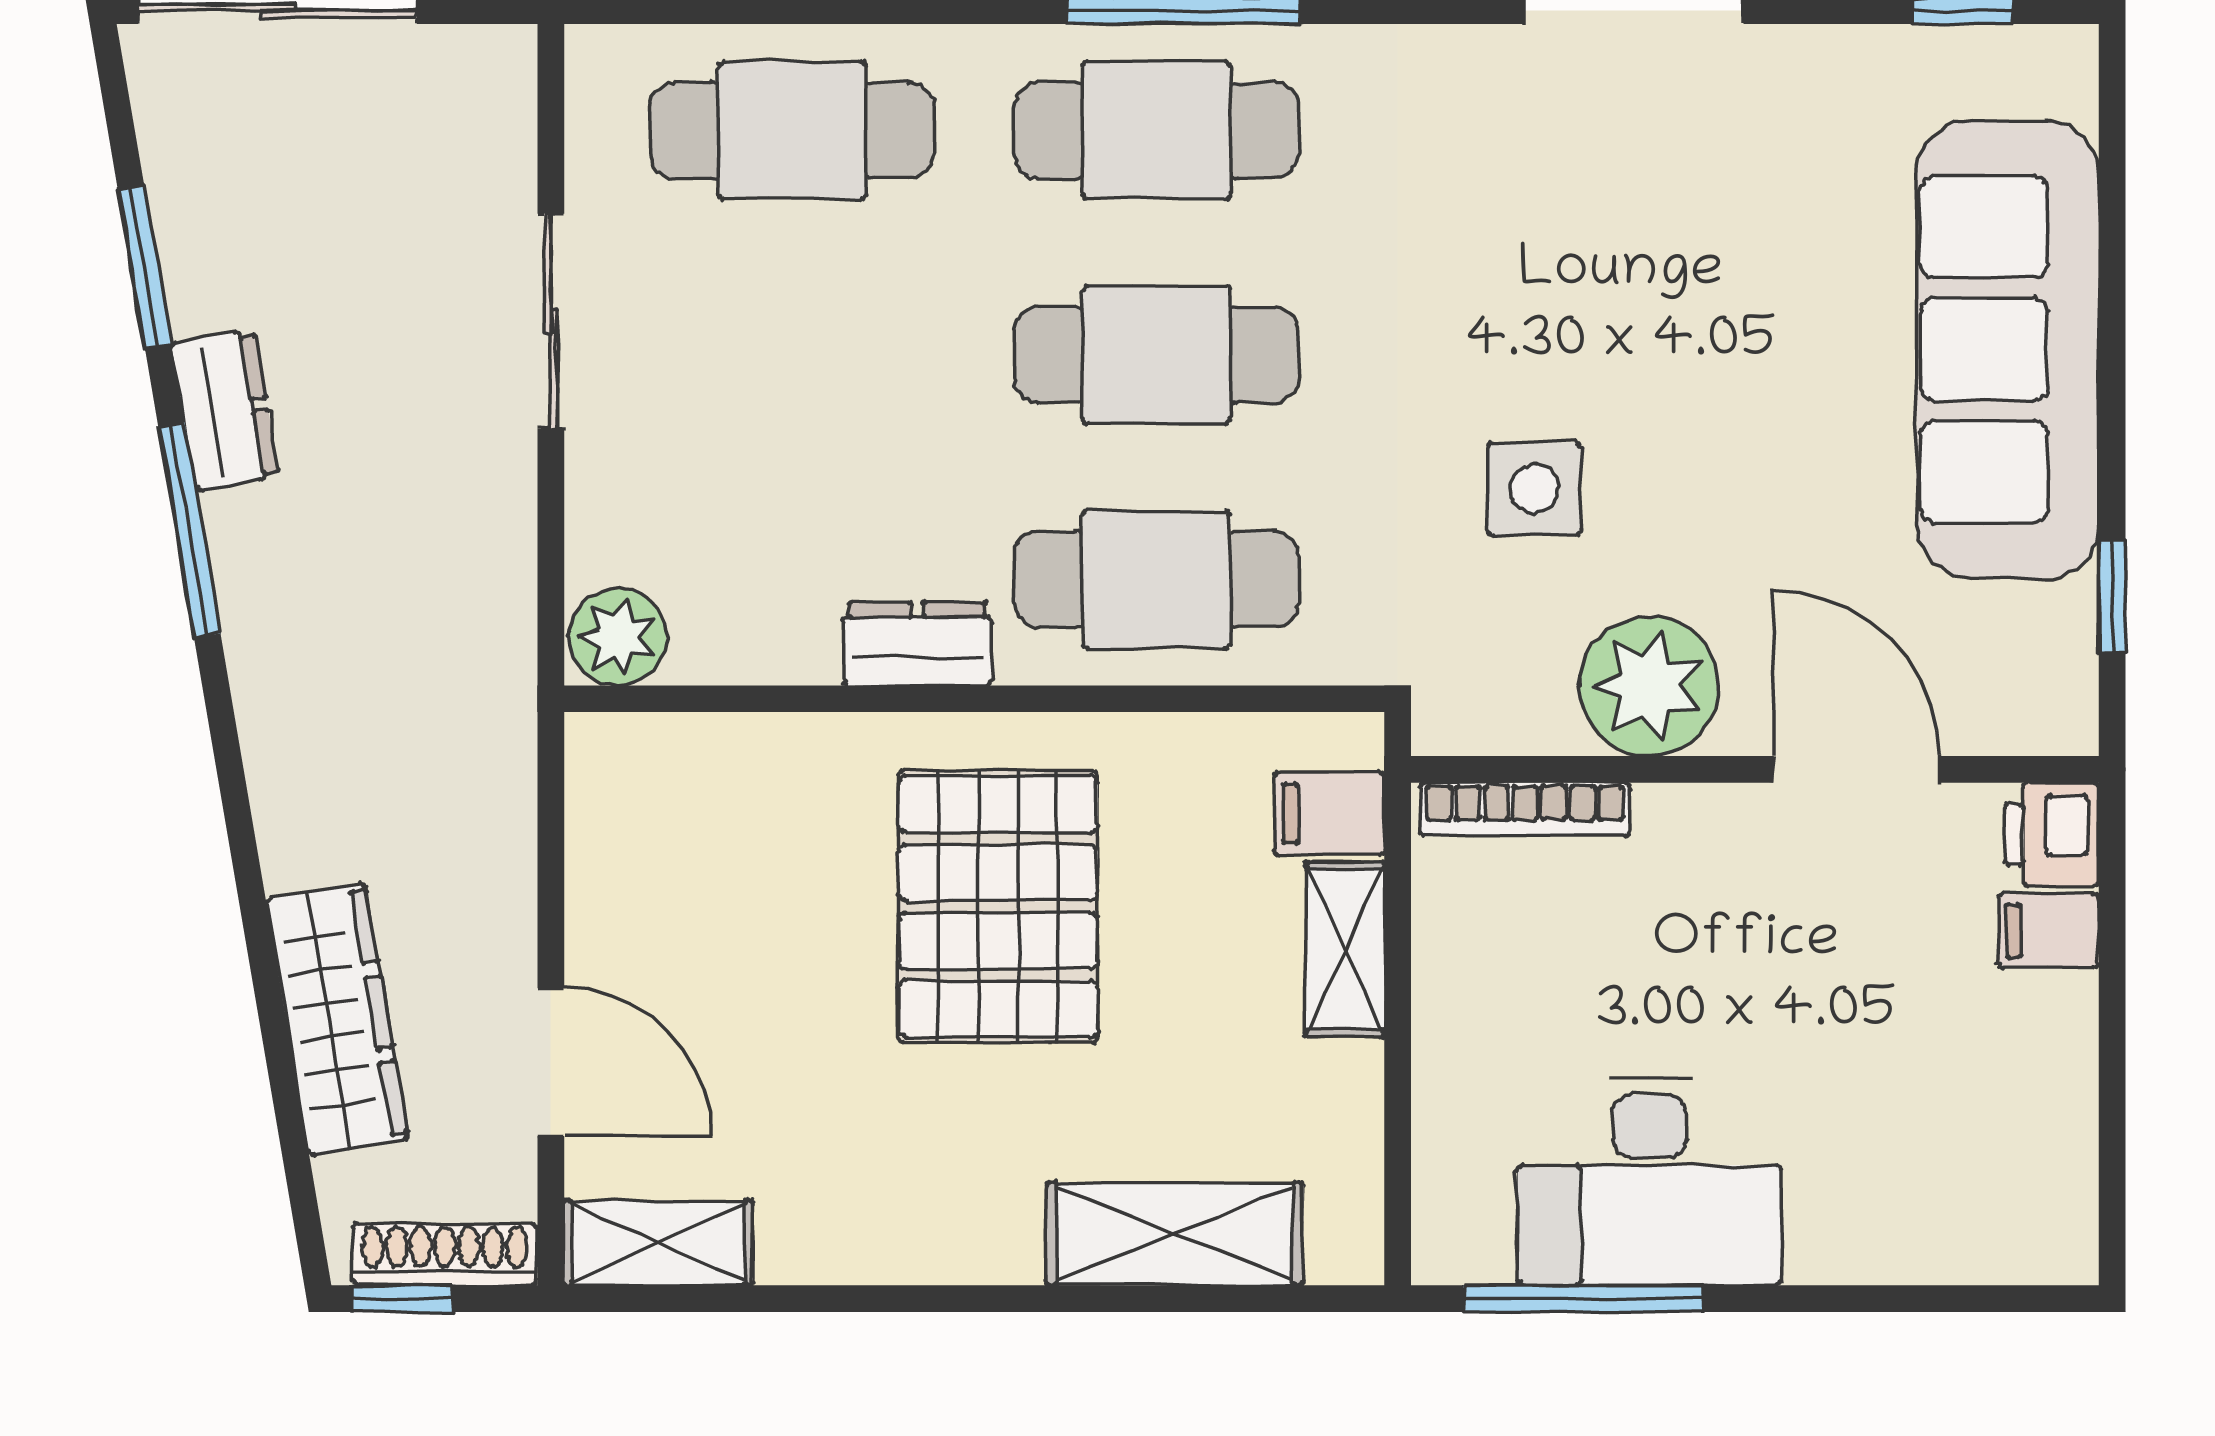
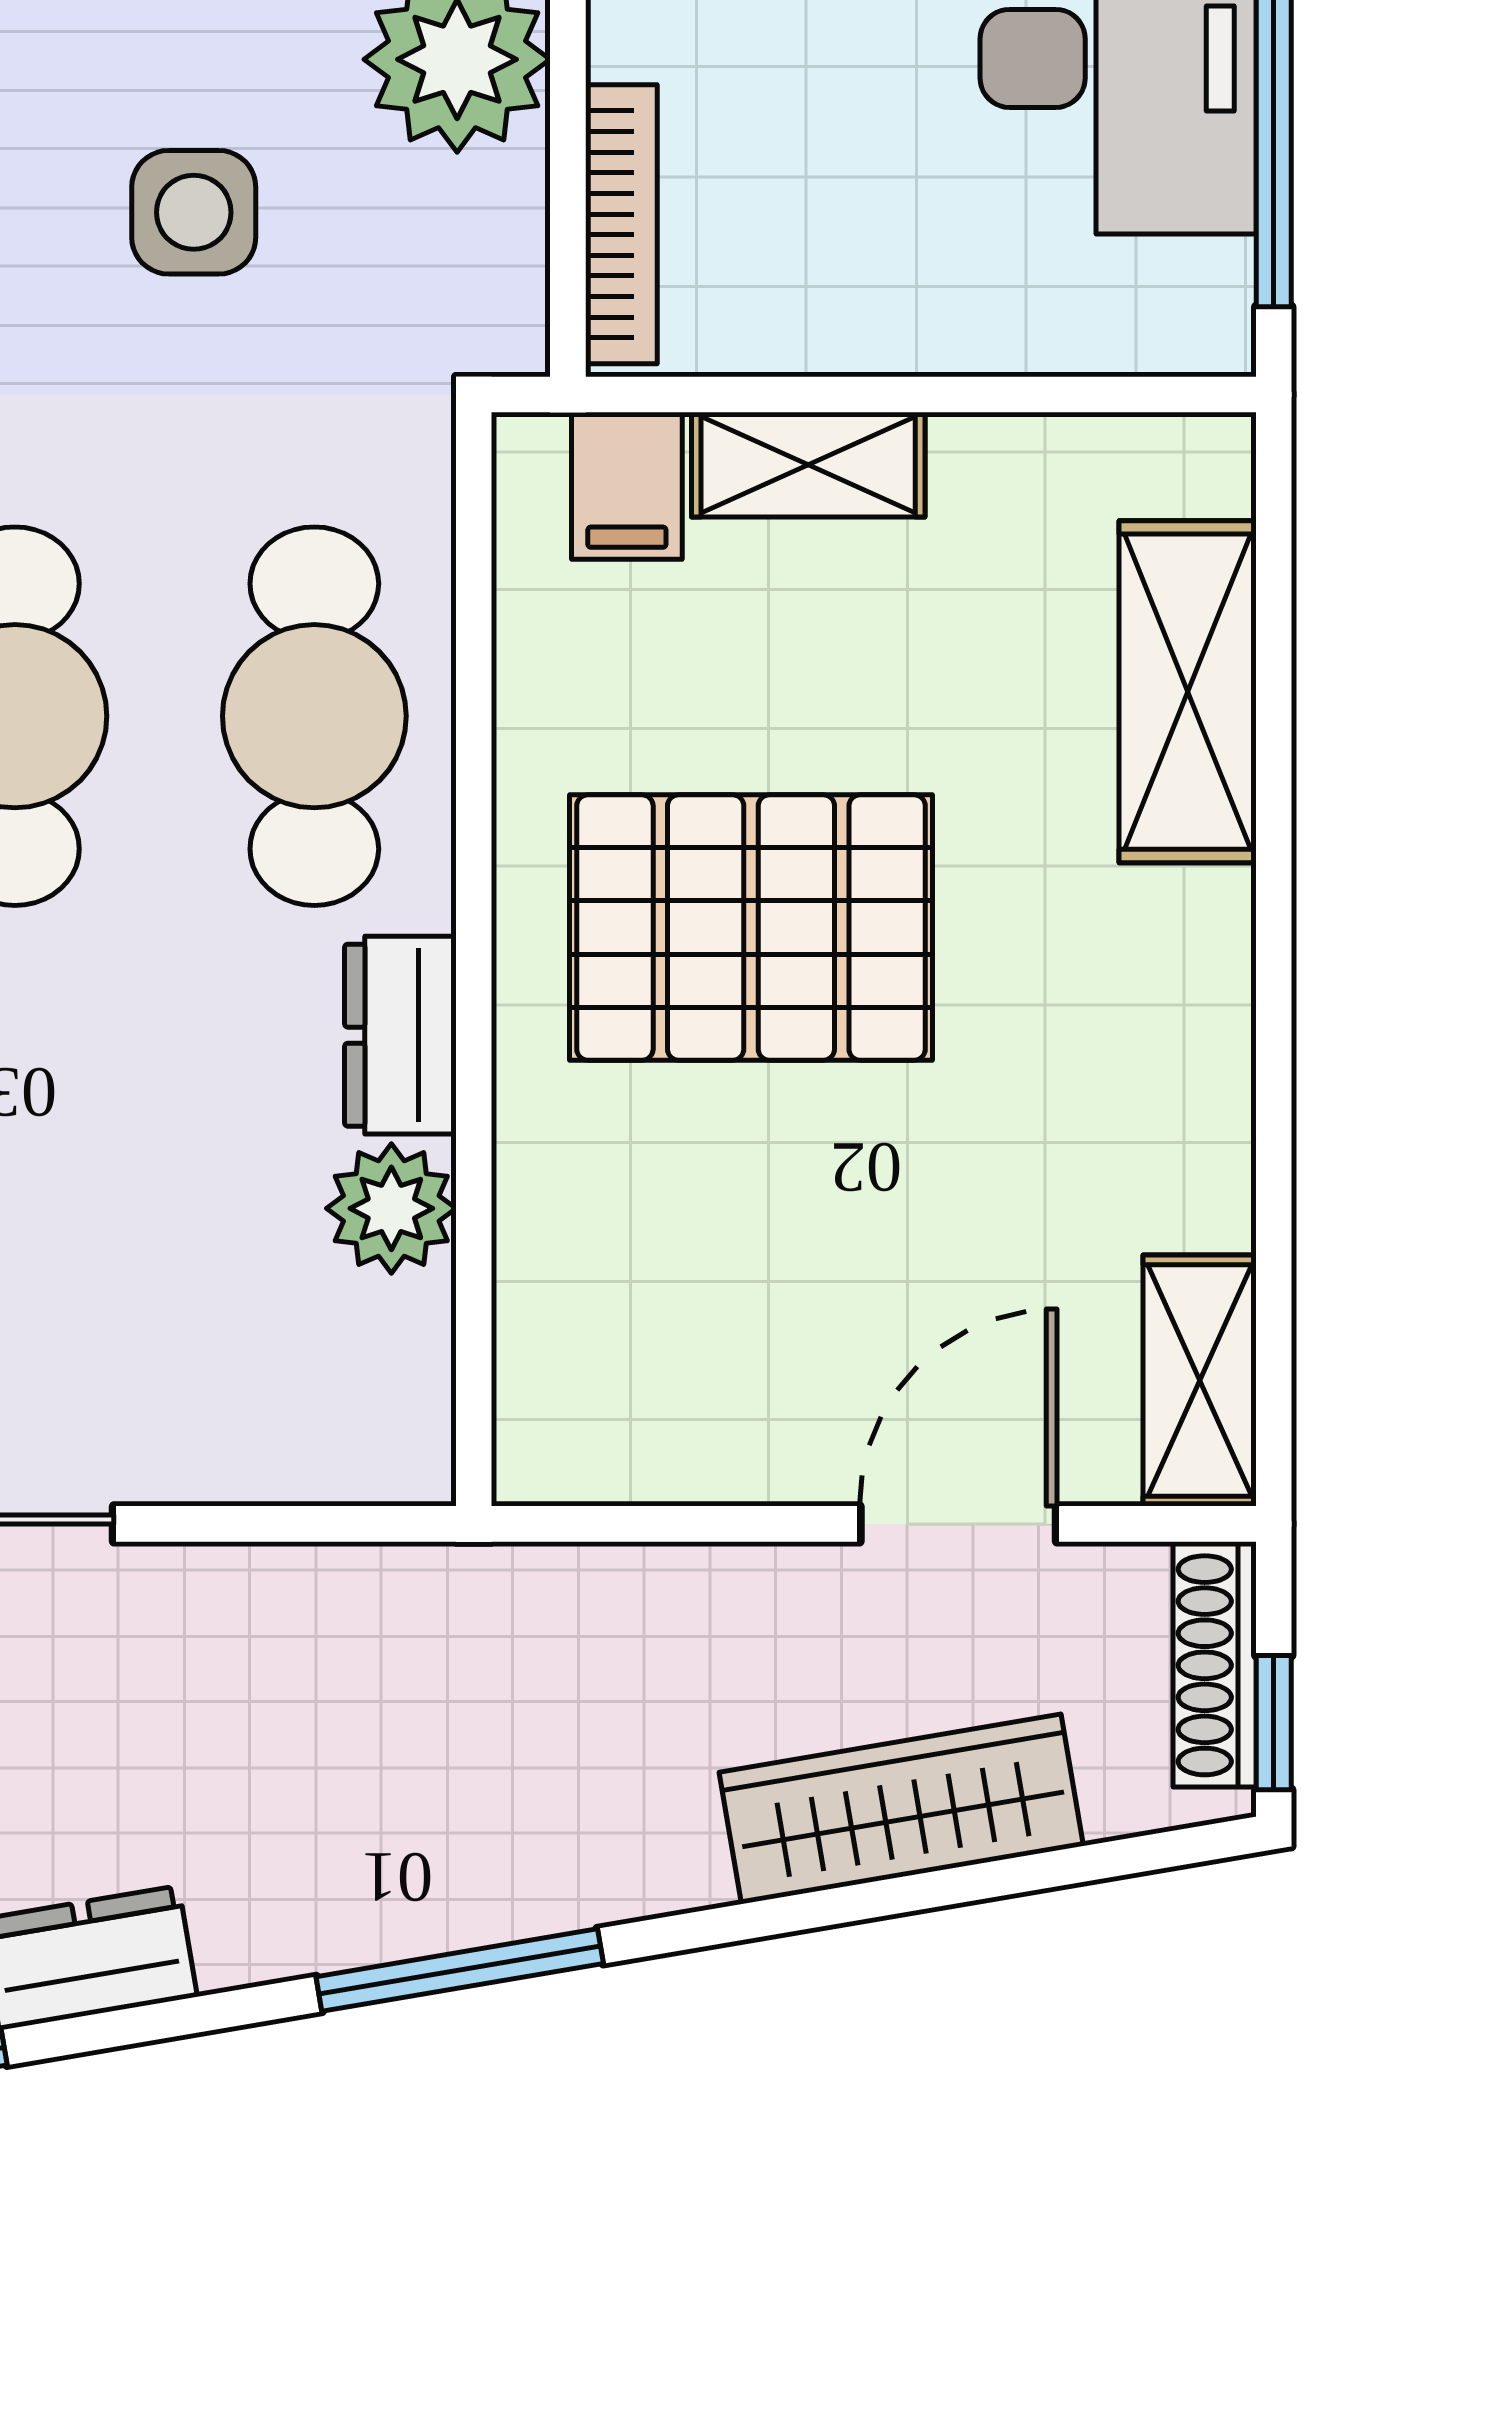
window: (189, 530) -> (460, 1970), moved
plant: (618, 637) -> (391, 1208), moved

